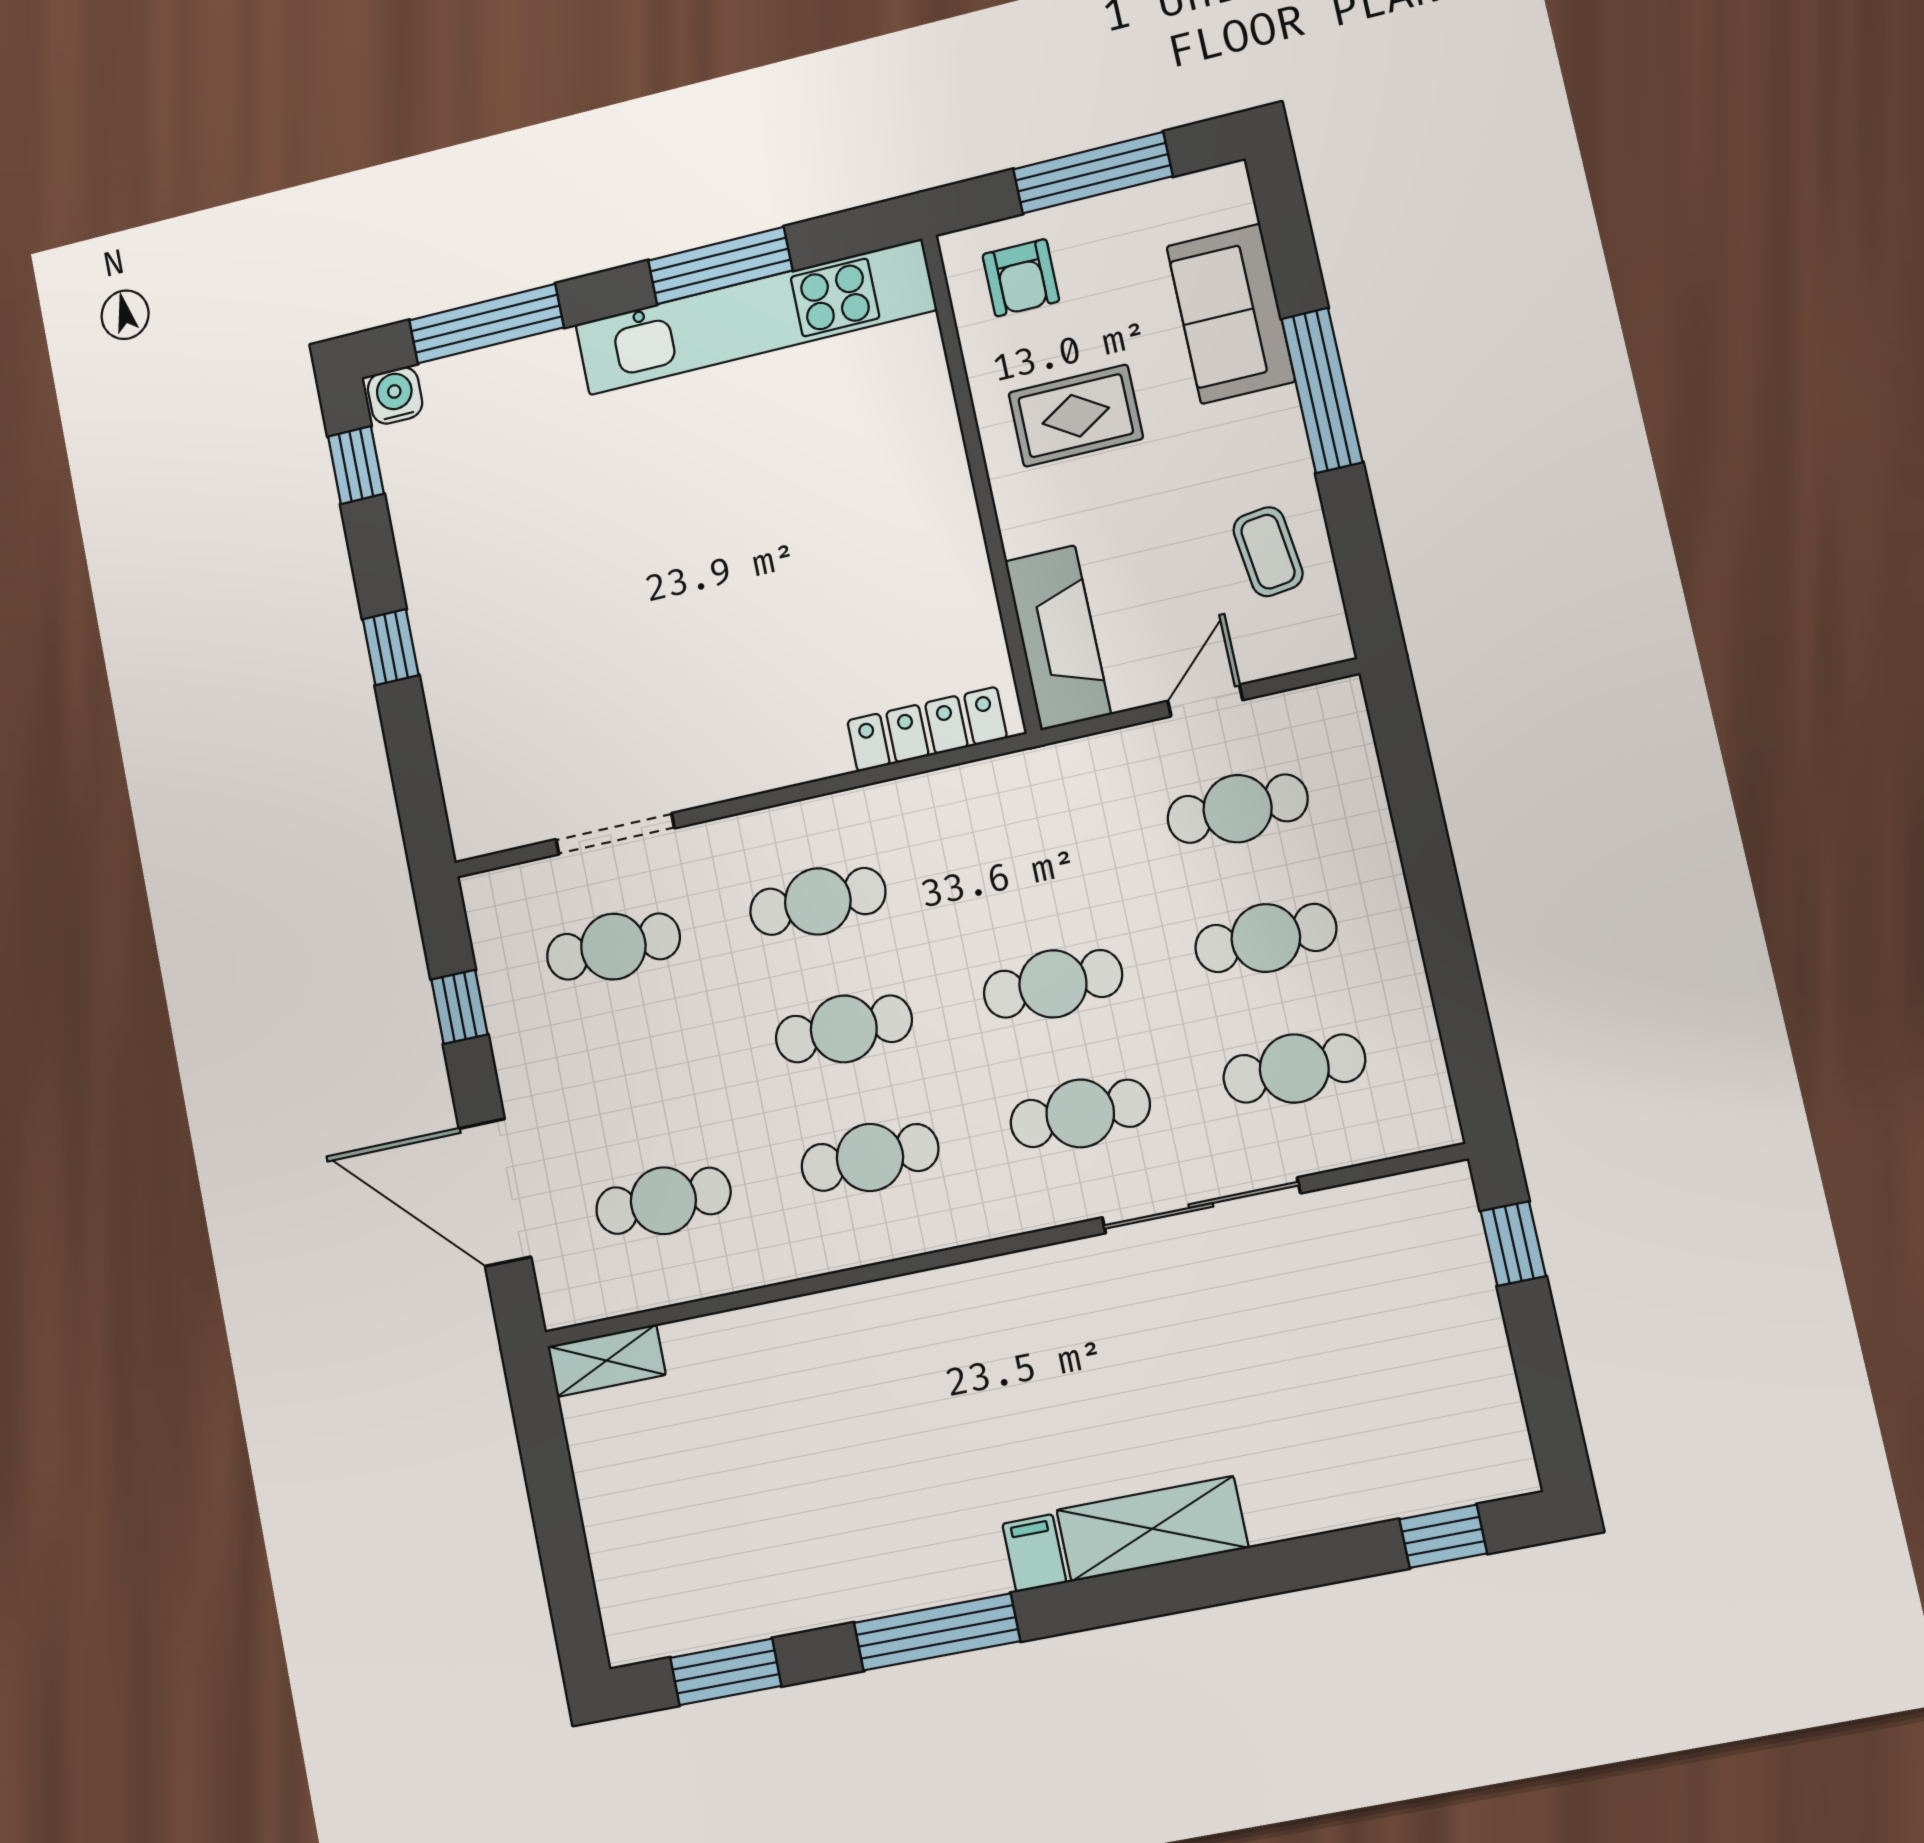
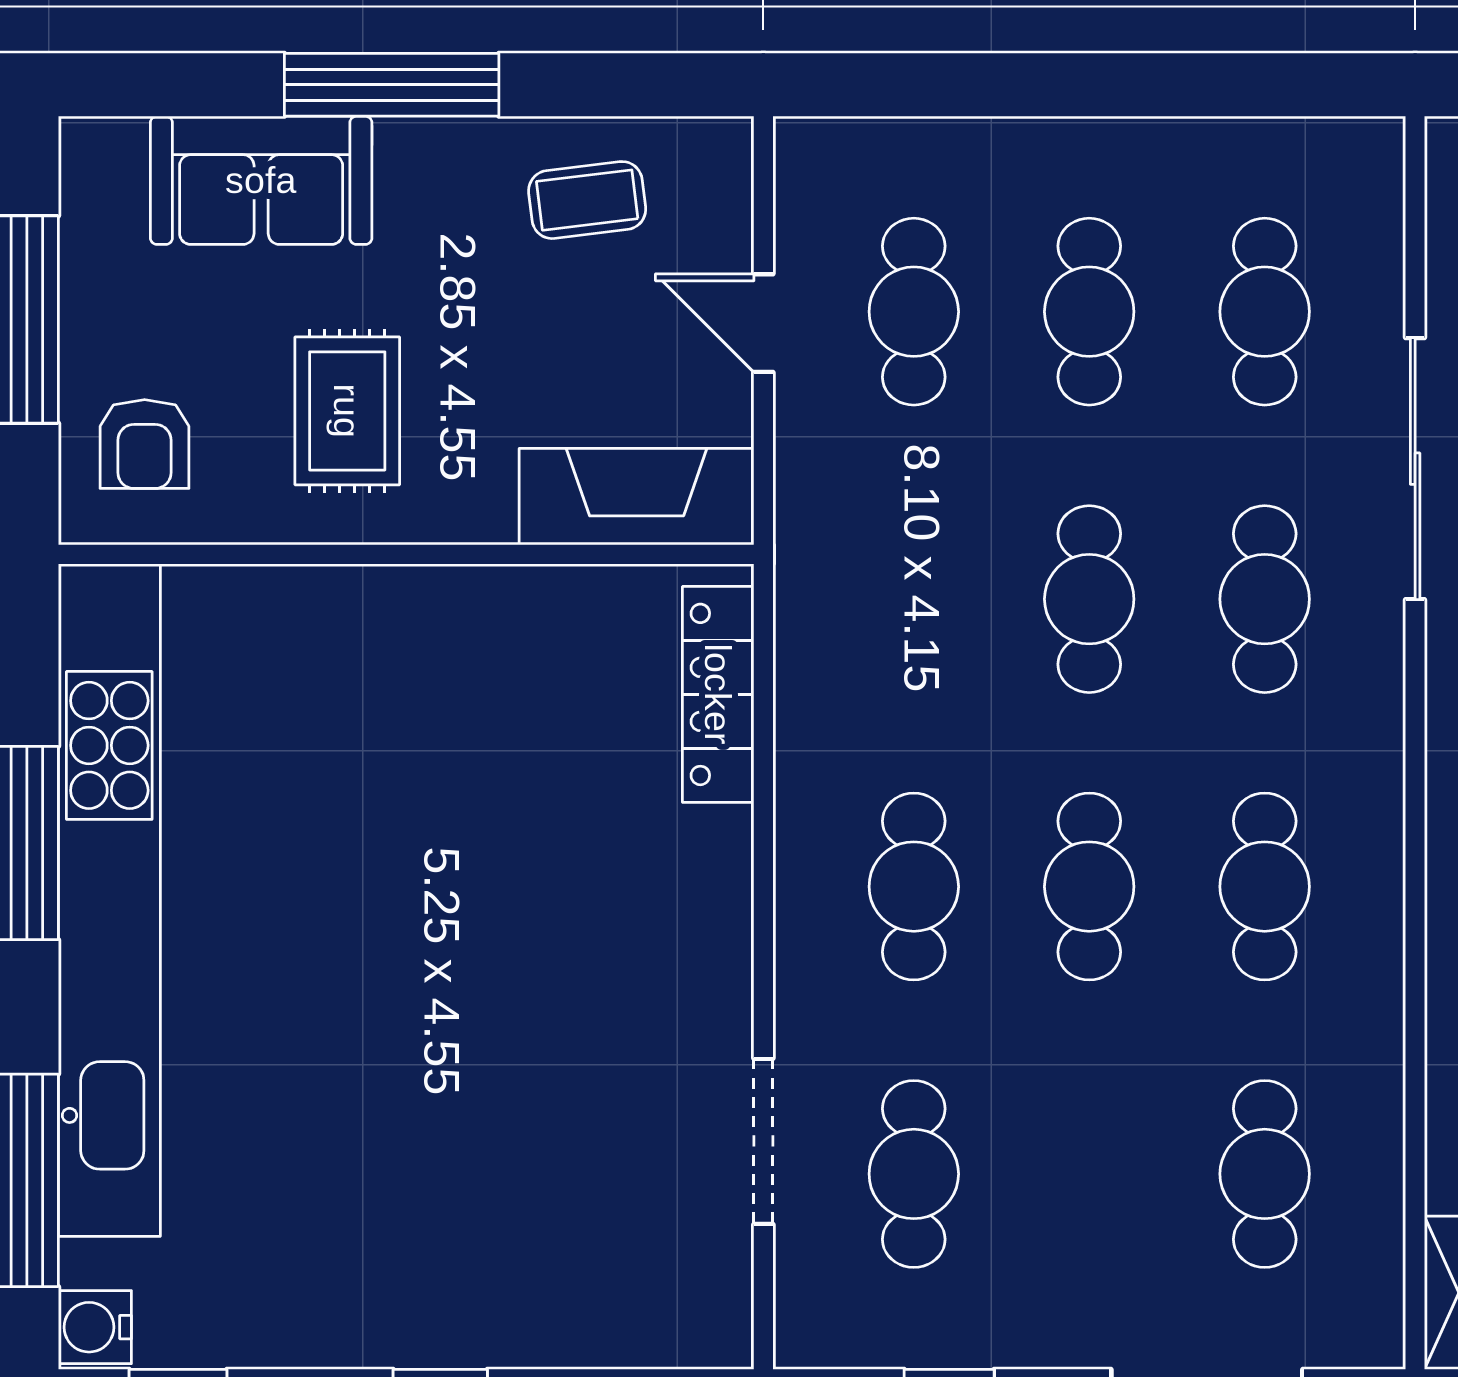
armchair: (1021, 278) -> (145, 444), turned 90
kitchen unit: (755, 317) -> (109, 900), width x1.36

